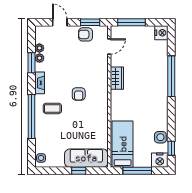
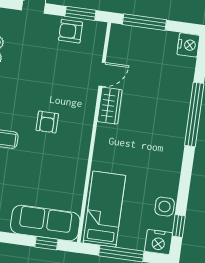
door: (109, 46) -> (102, 74), moved
window: (79, 171) -> (46, 243), moved

